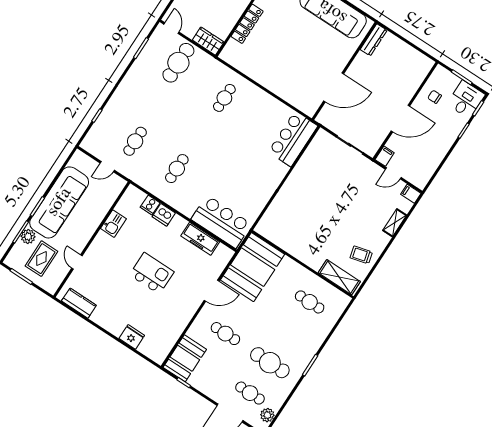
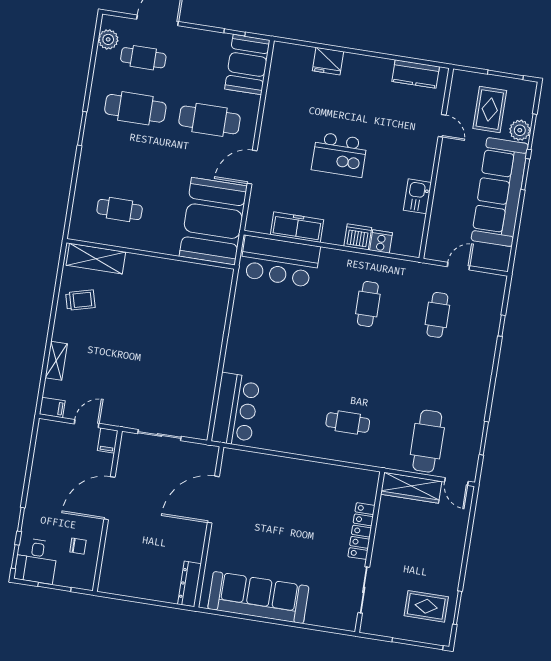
wardrobe: (208, 41) -> (411, 488), width x1.50
cafe table: (224, 98) -> (348, 423), turned 90
cafe table: (225, 334) -> (209, 120), width x1.37, depth x1.35

